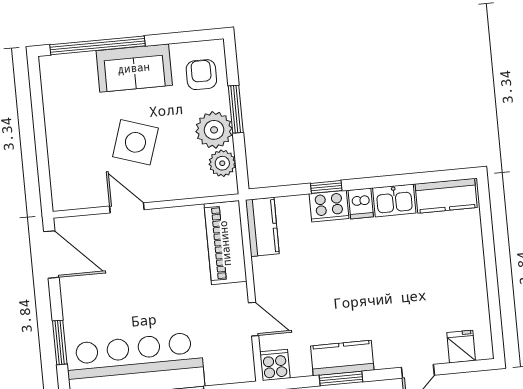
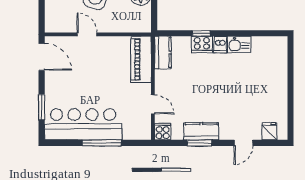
plant: (222, 163) -> (144, 14), removed
kitchen counter: (446, 196) -> (269, 45), removed

